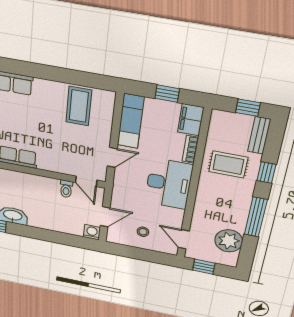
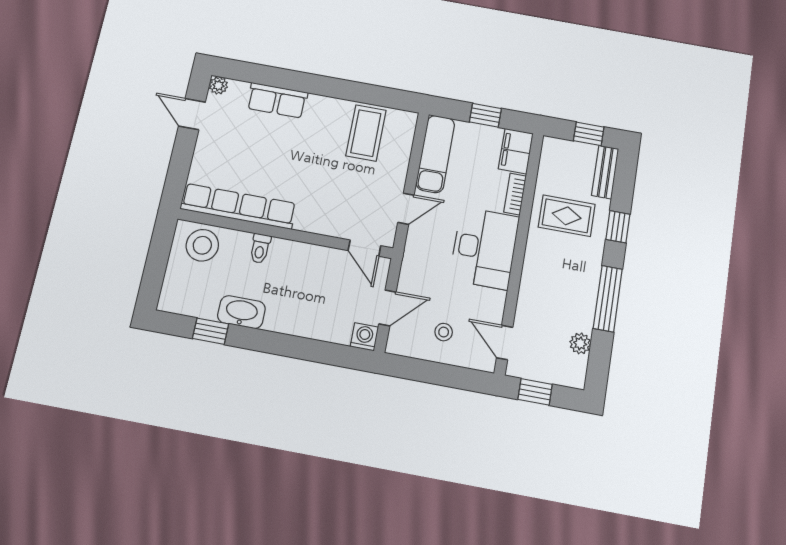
toilet: (66, 189) -> (260, 248), moved
plant: (229, 241) -> (580, 343), width x0.53, depth x0.53

